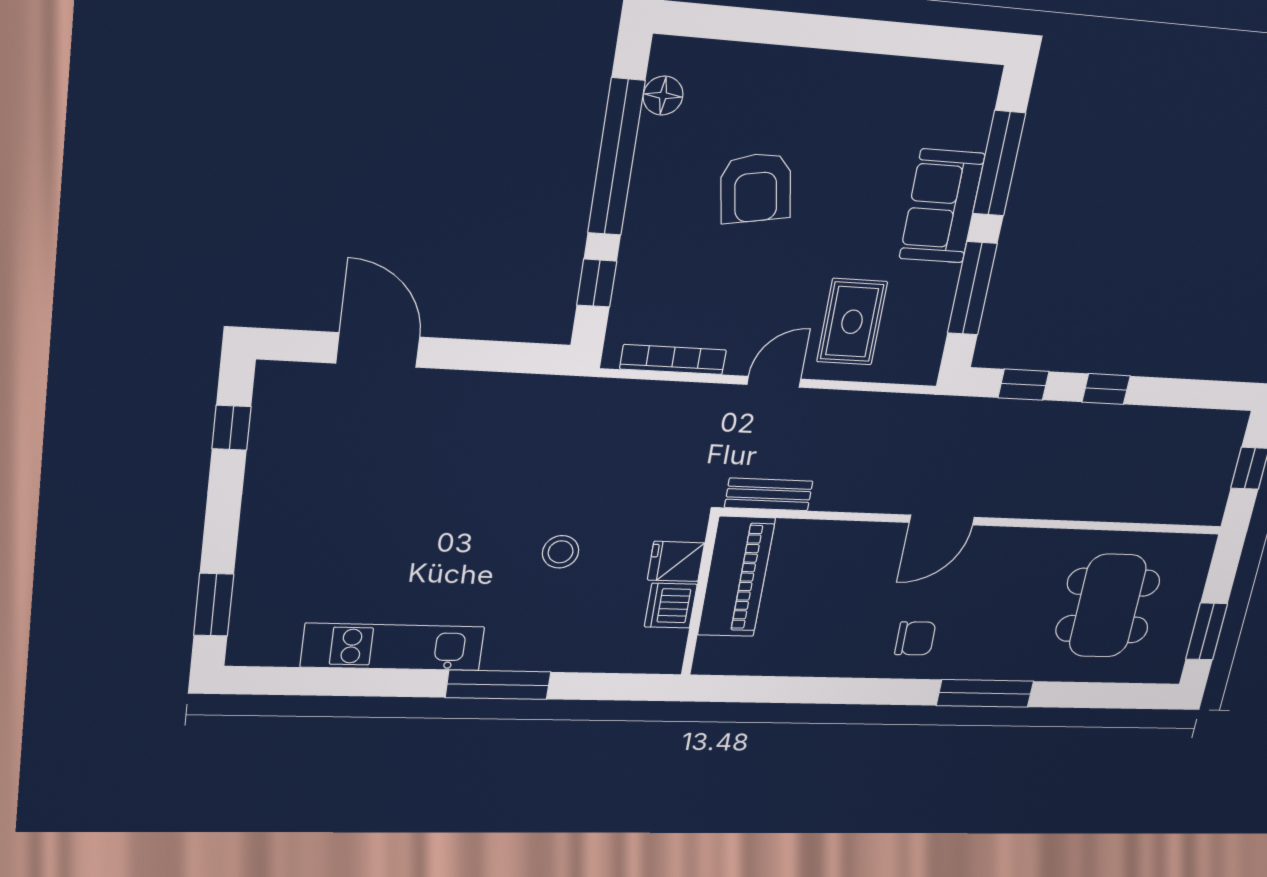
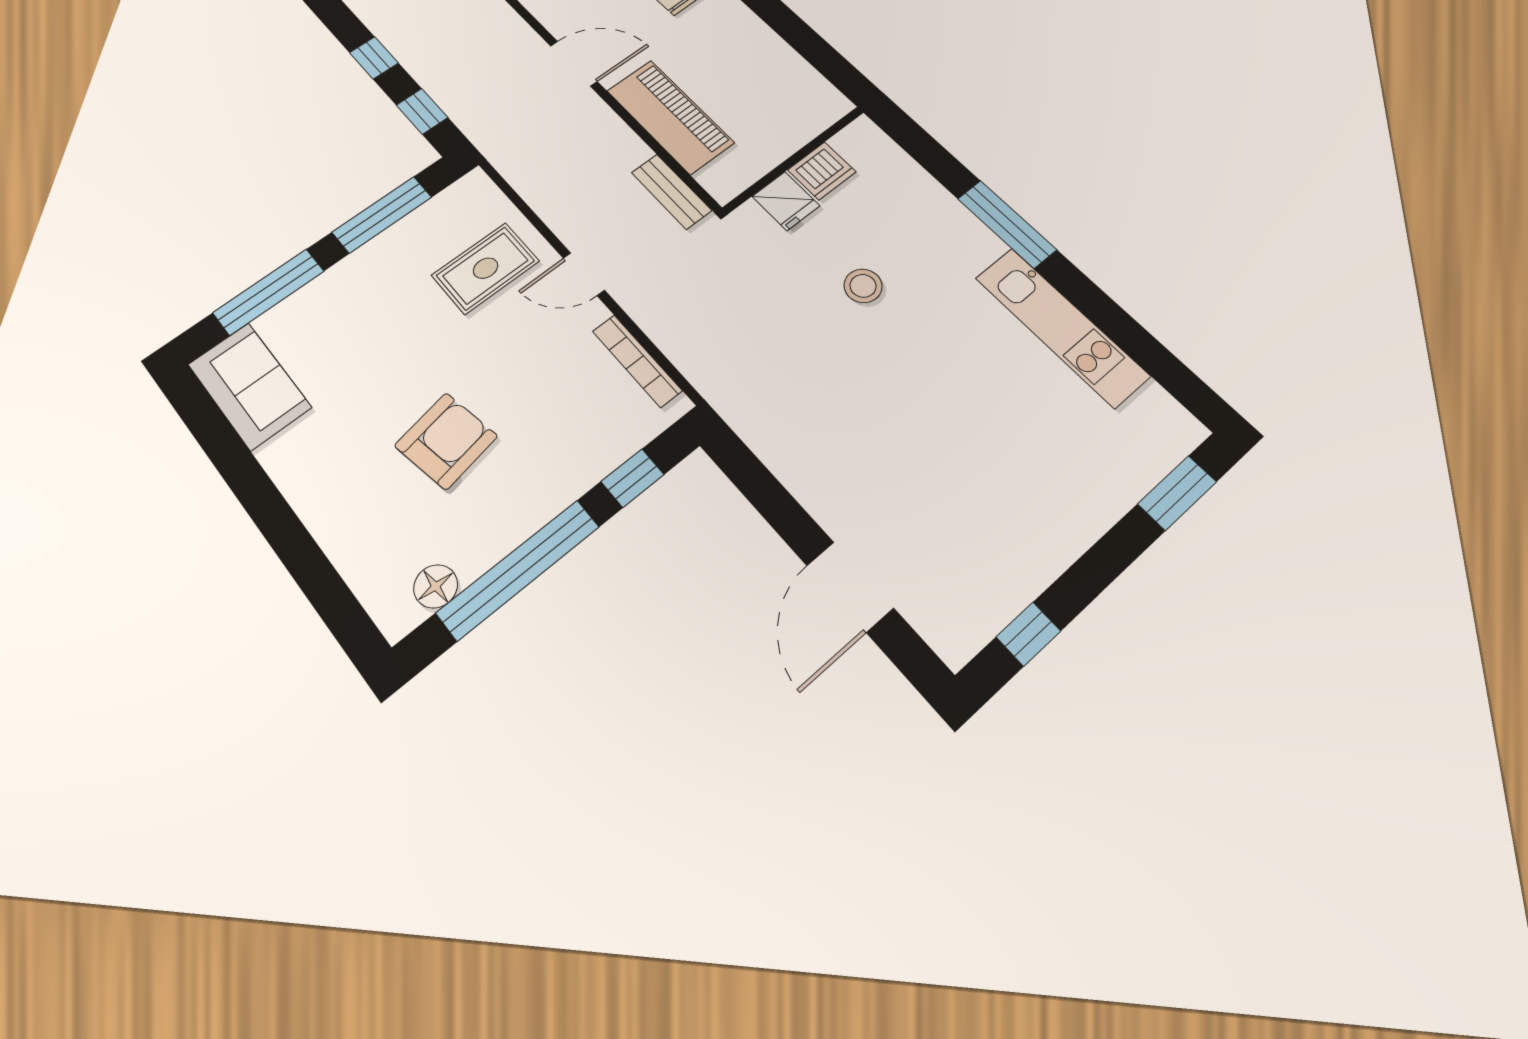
sofa: (942, 206) -> (249, 386), moved, turned -90
piano: (736, 577) -> (670, 117), moved, turned 90

